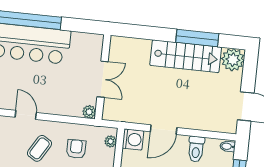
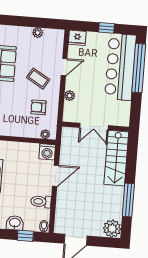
stairs: (186, 56) -> (116, 158), moved
plant: (89, 112) -> (70, 96), moved
door: (164, 130) -> (56, 176), swing flipped
armchair: (76, 149) -> (38, 107), turned 180

